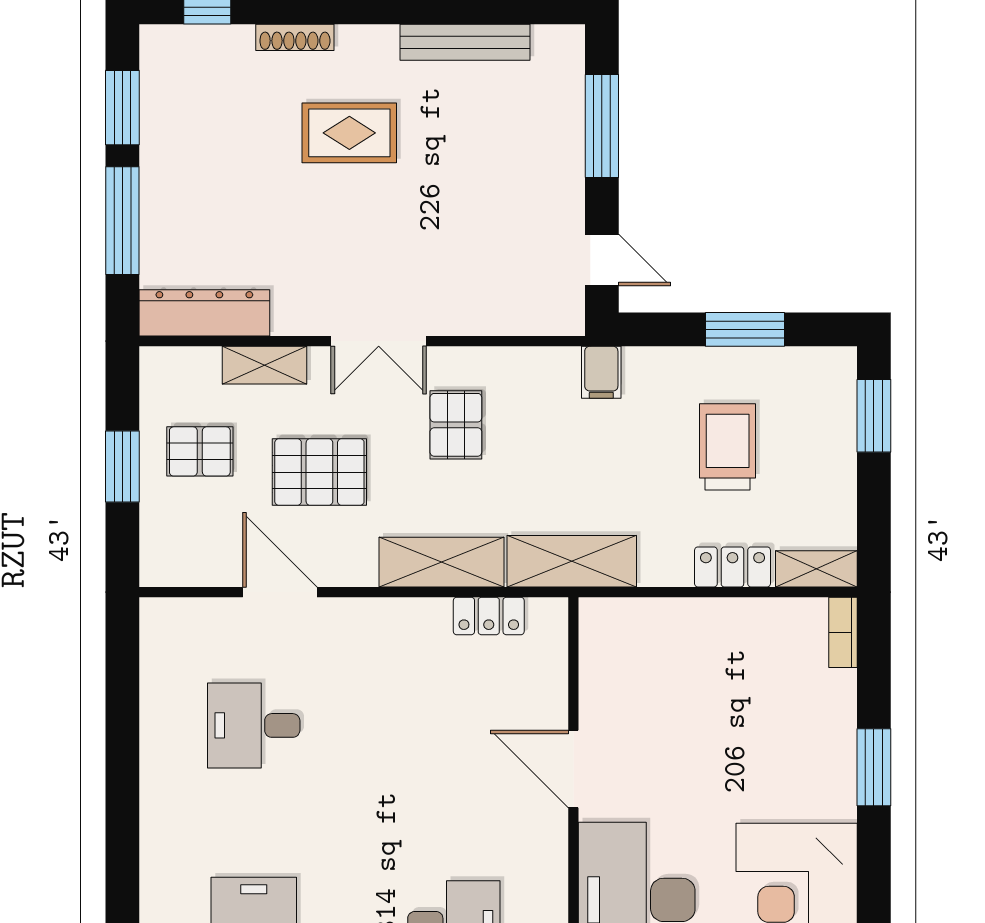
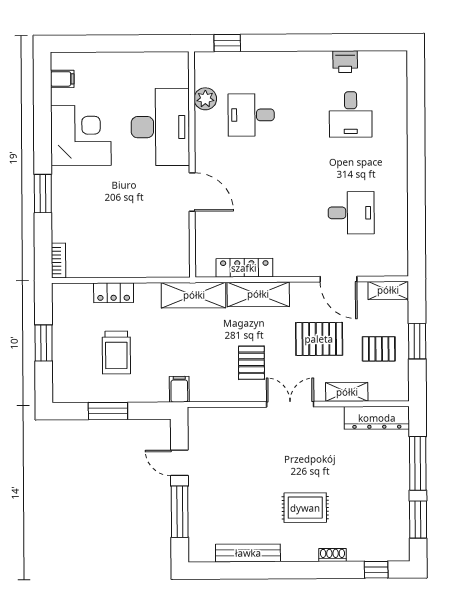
shoe rack: (295, 37) -> (332, 555), width x0.70
door: (602, 260) -> (179, 463), moved
window: (874, 416) -> (44, 343), moved
shelving: (816, 569) -> (388, 290), moved
locker: (489, 616) -> (244, 268), width x1.53

